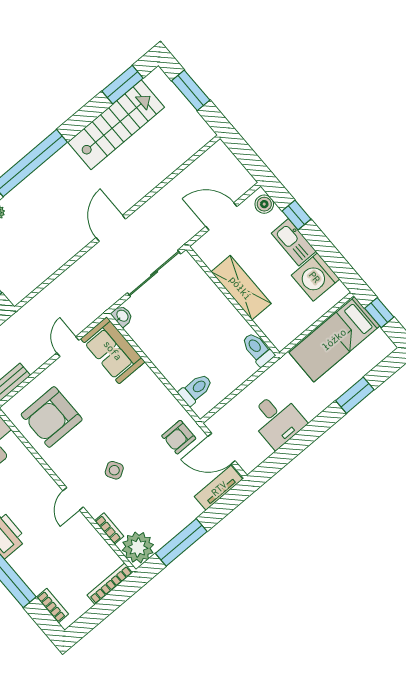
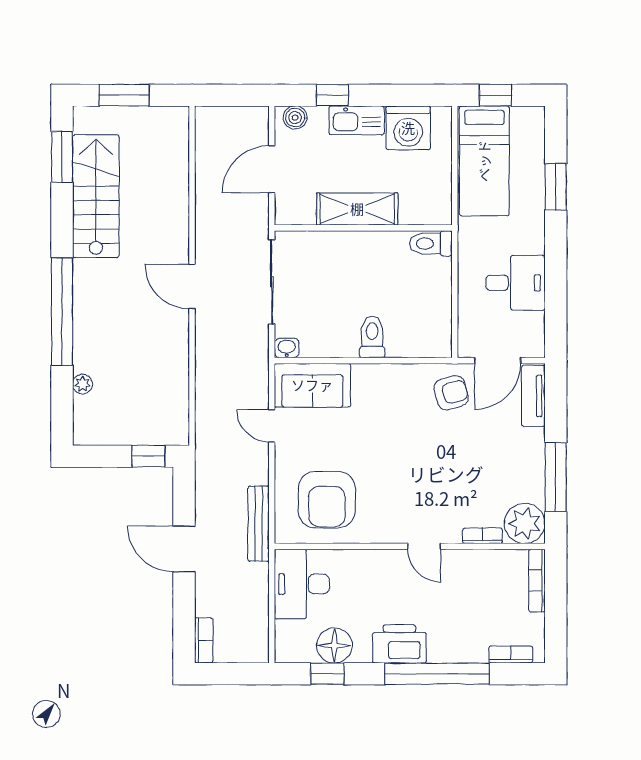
toilet: (196, 389) -> (372, 337), moved
armchair: (179, 437) -> (451, 393), turned -105
side table: (114, 470) -> (430, 483), removed

